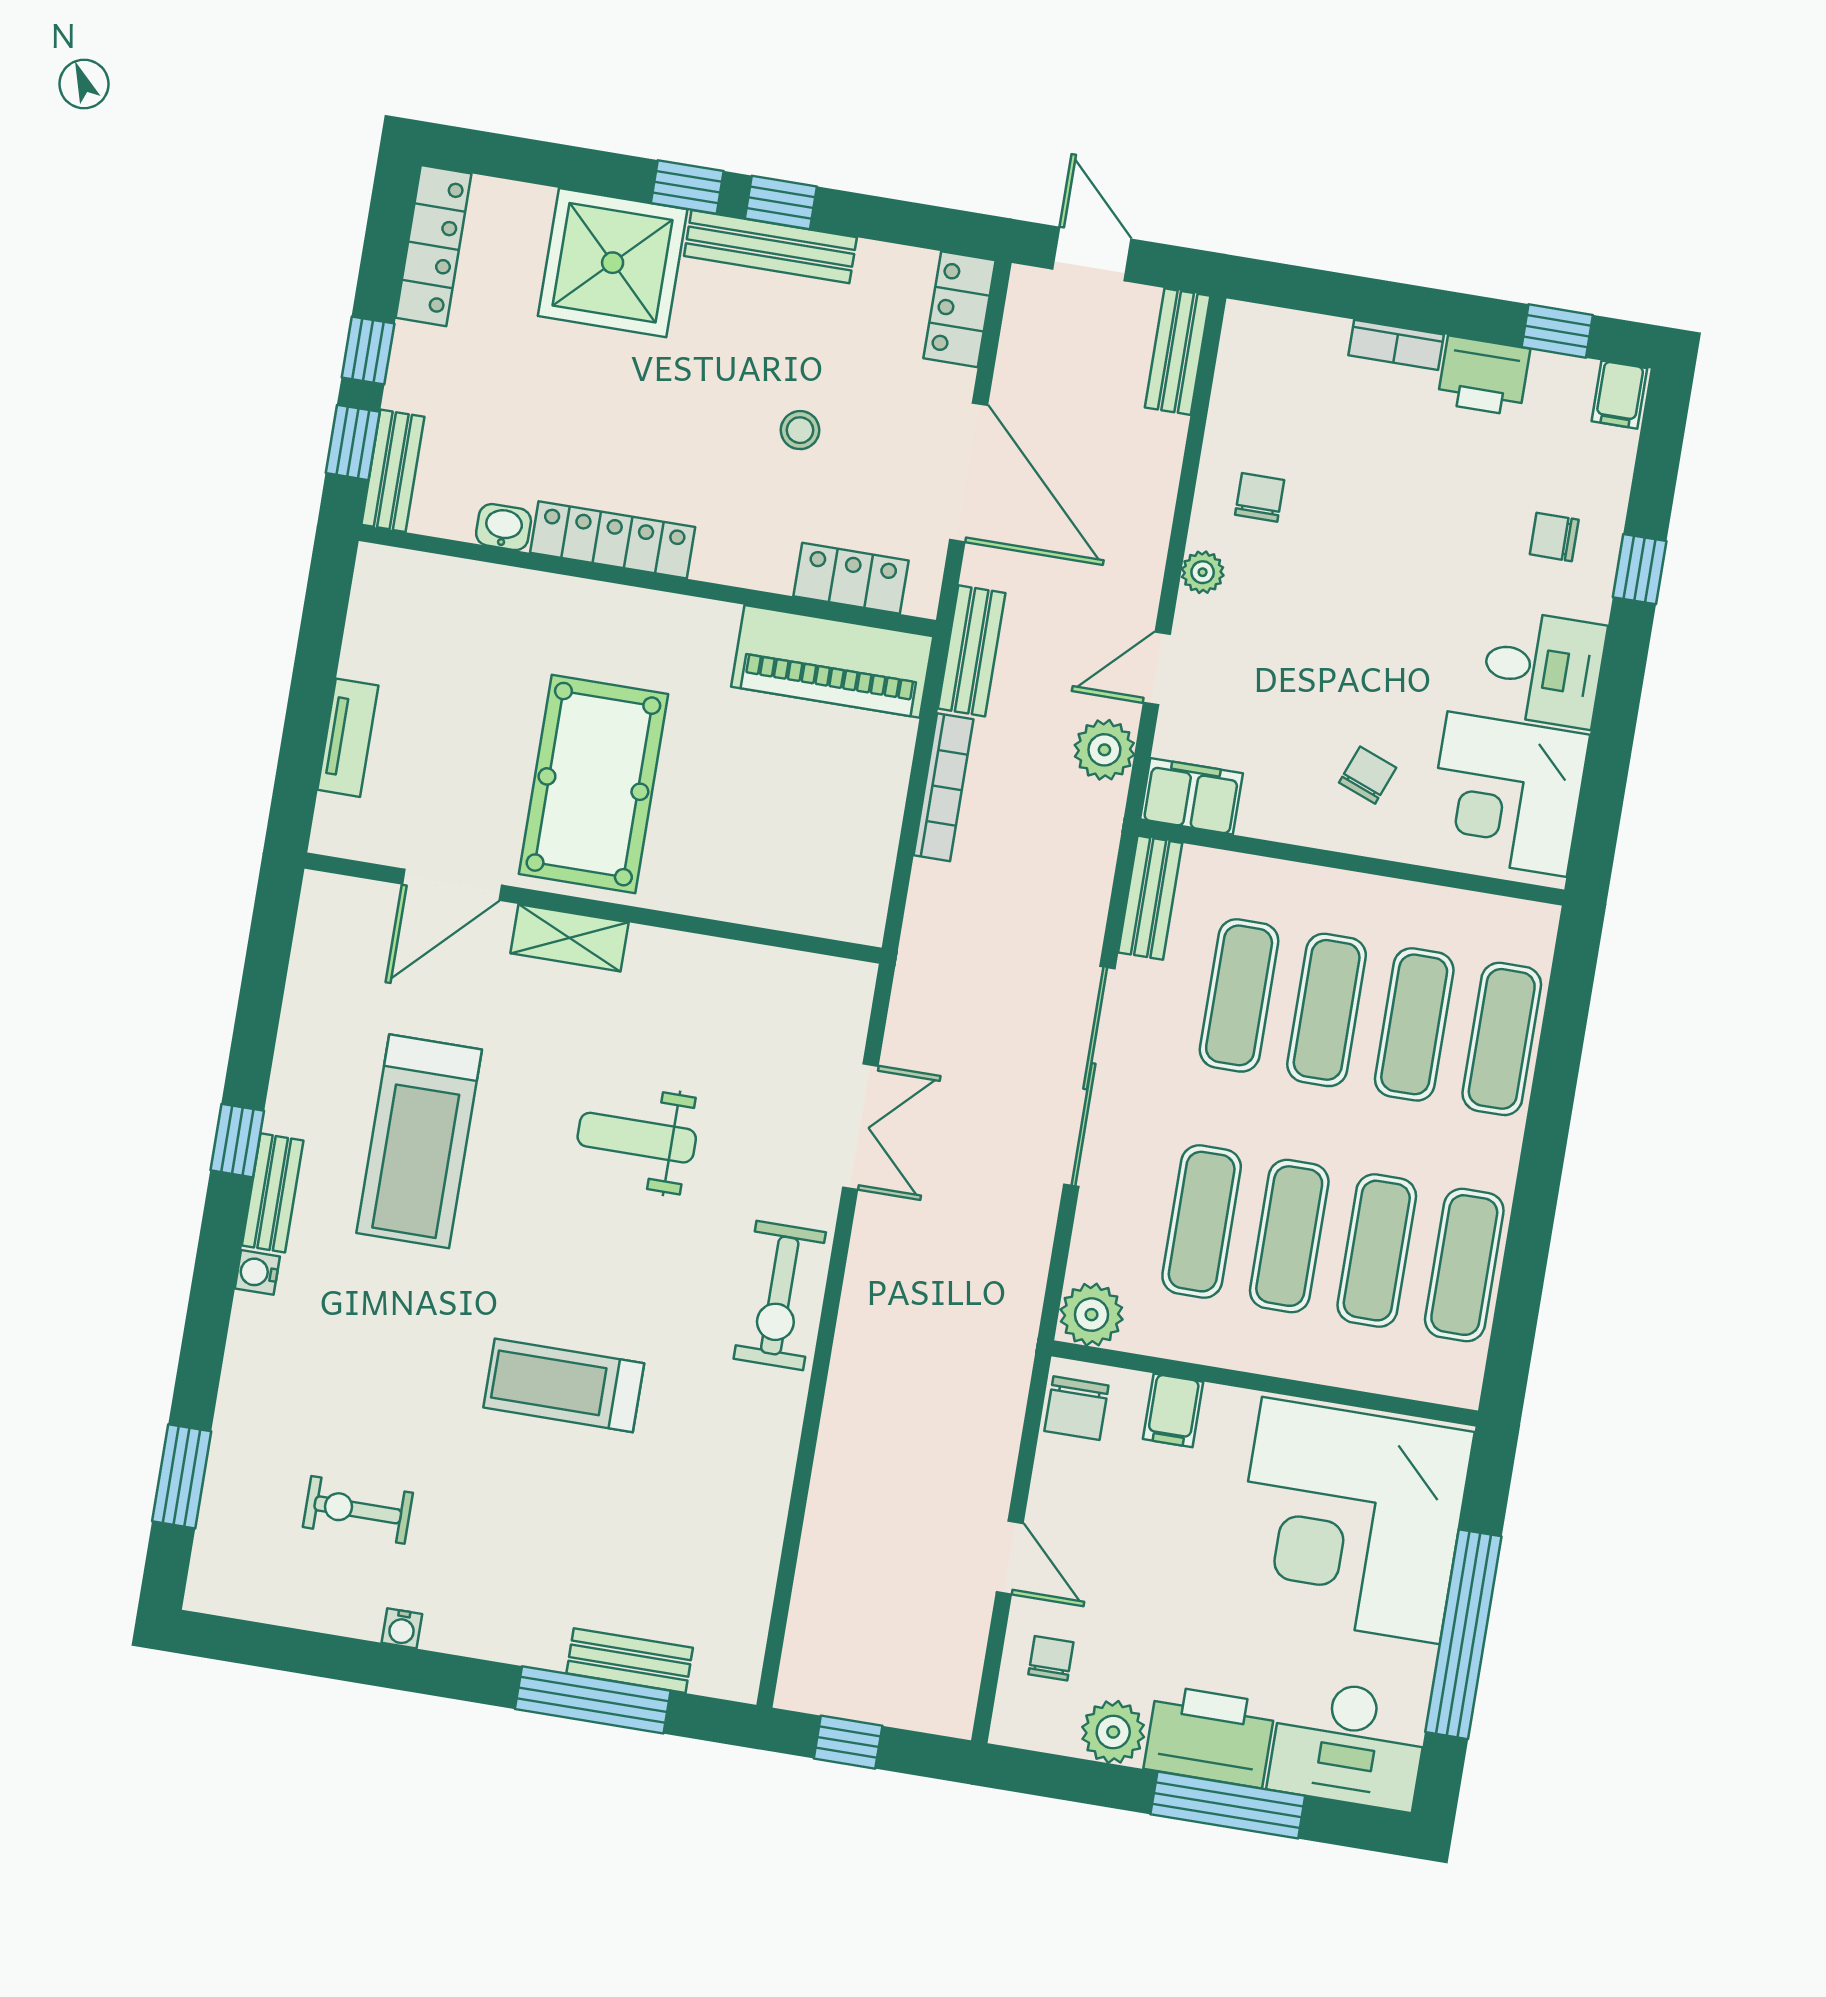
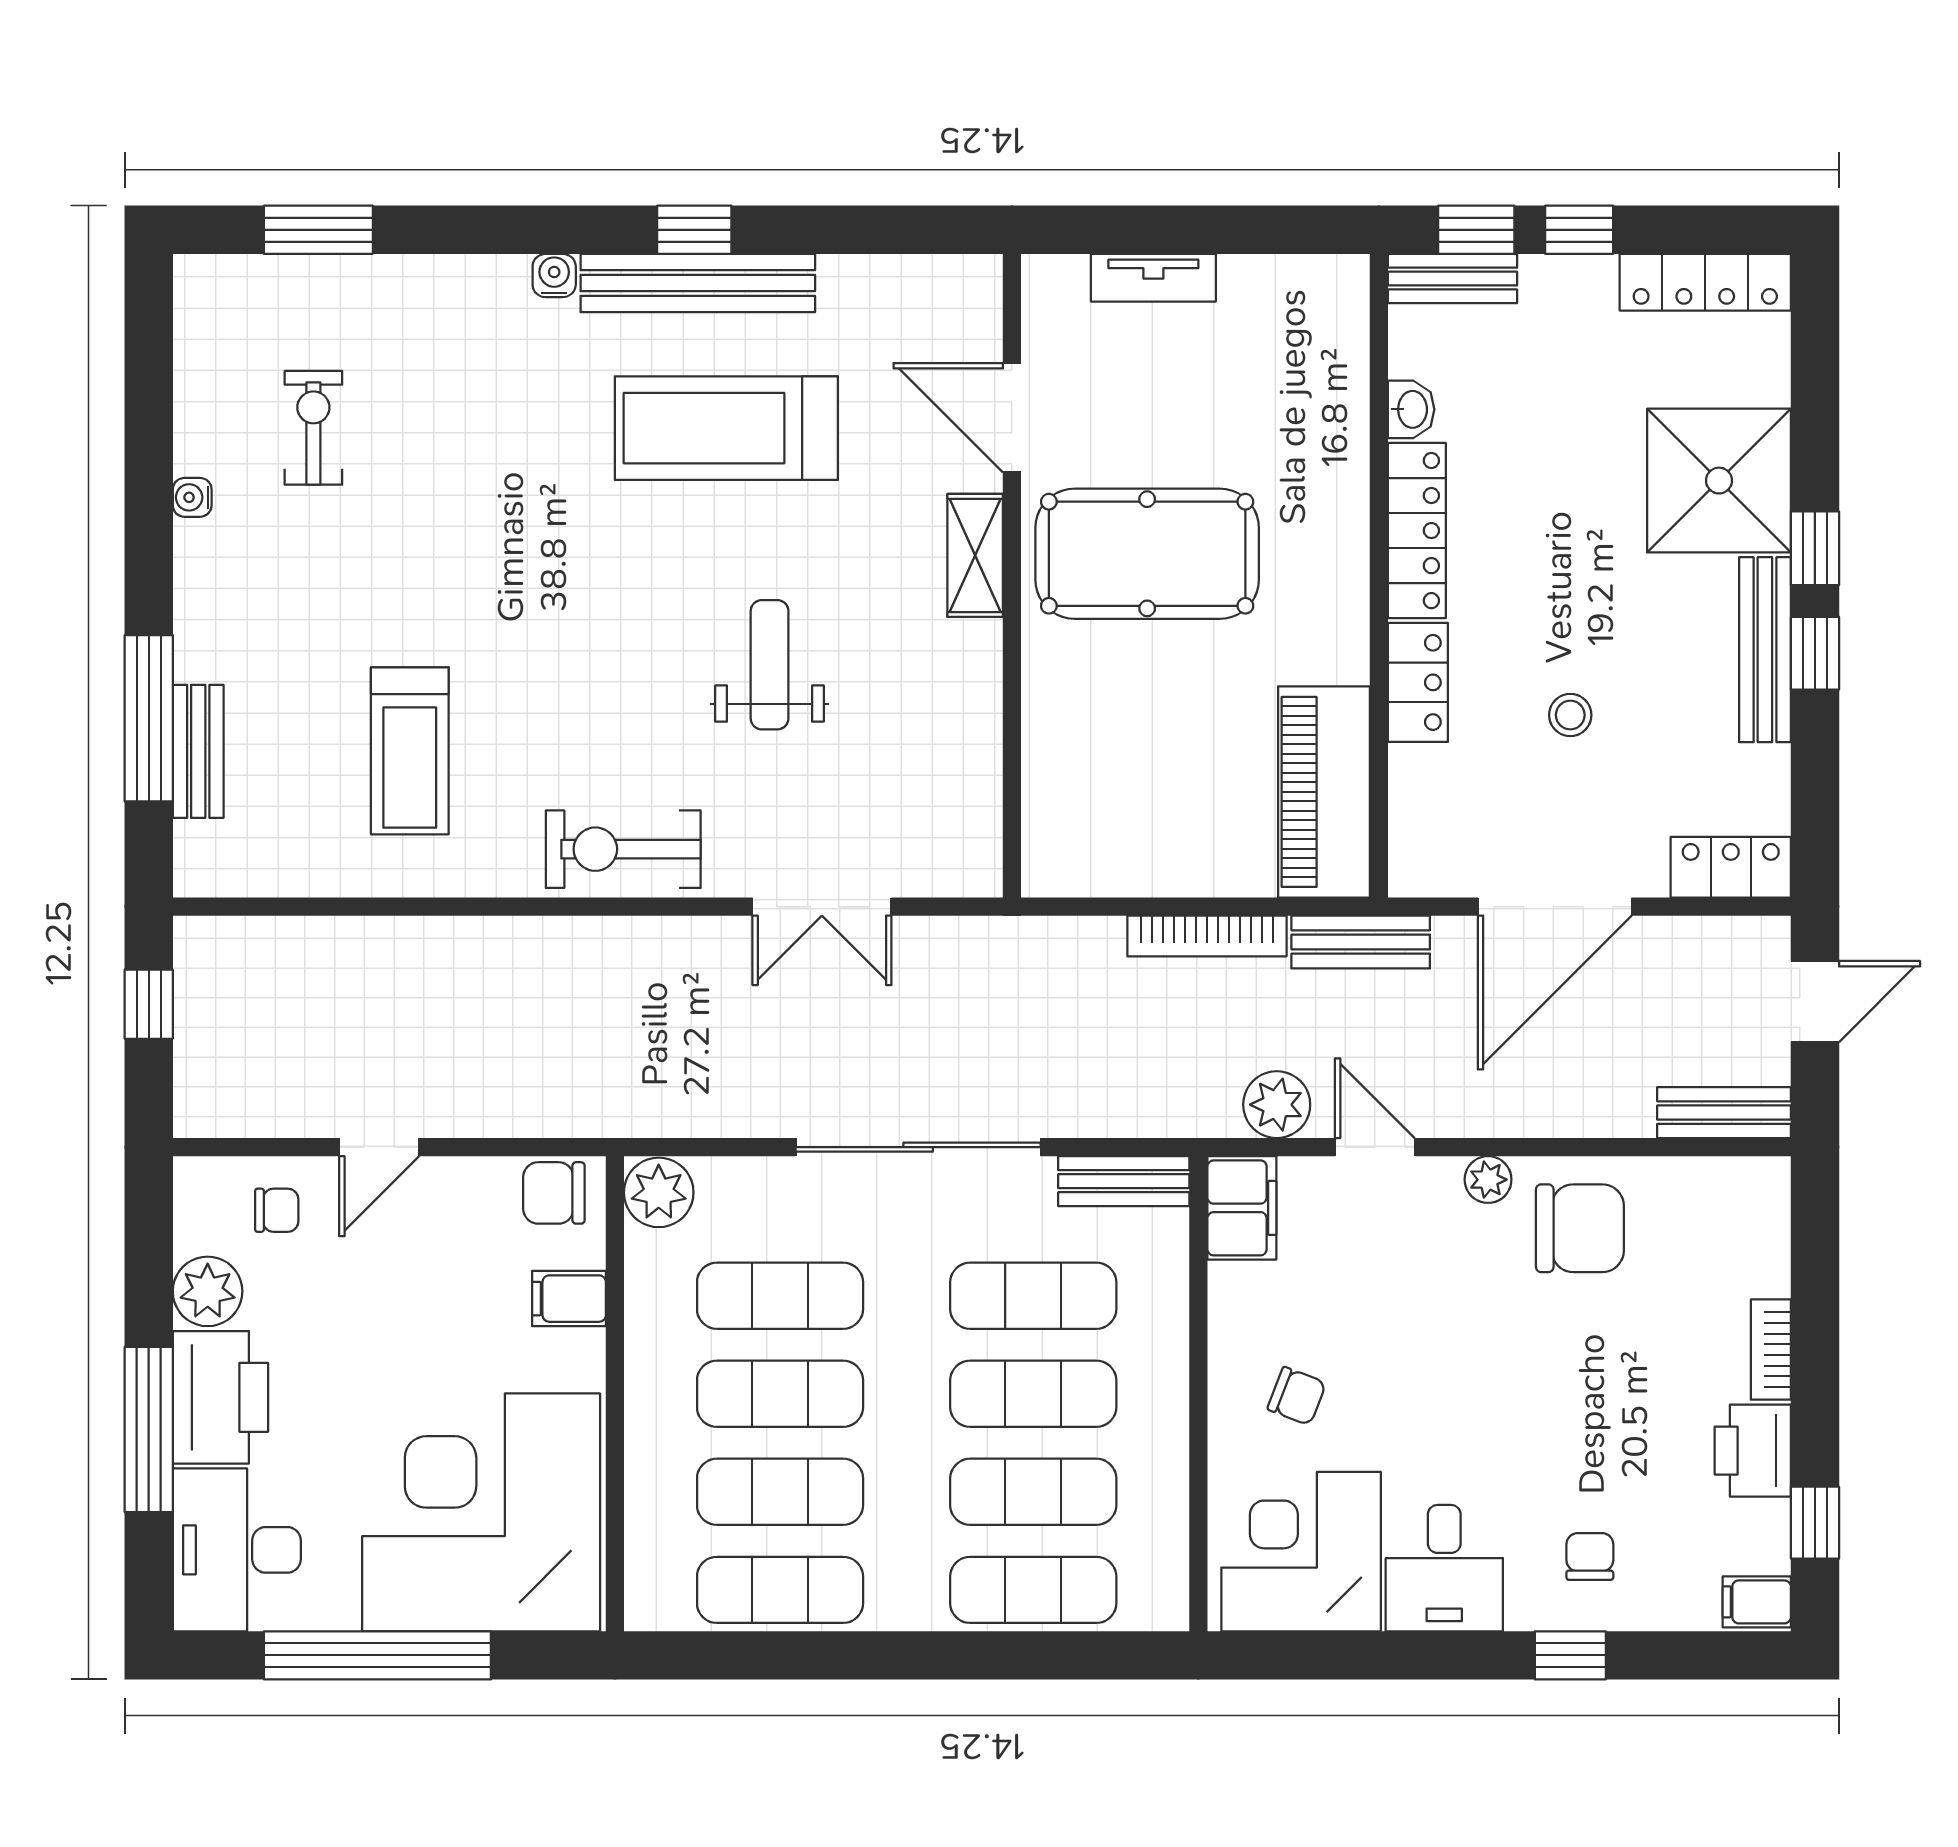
chair: (1260, 497) -> (1580, 1228), width x1.87, depth x1.87
locker: (851, 578) -> (1418, 682), moved
bench: (273, 1193) -> (698, 283), width x1.86, depth x1.21
treadmill: (564, 1385) -> (410, 751), moved, turned 180

